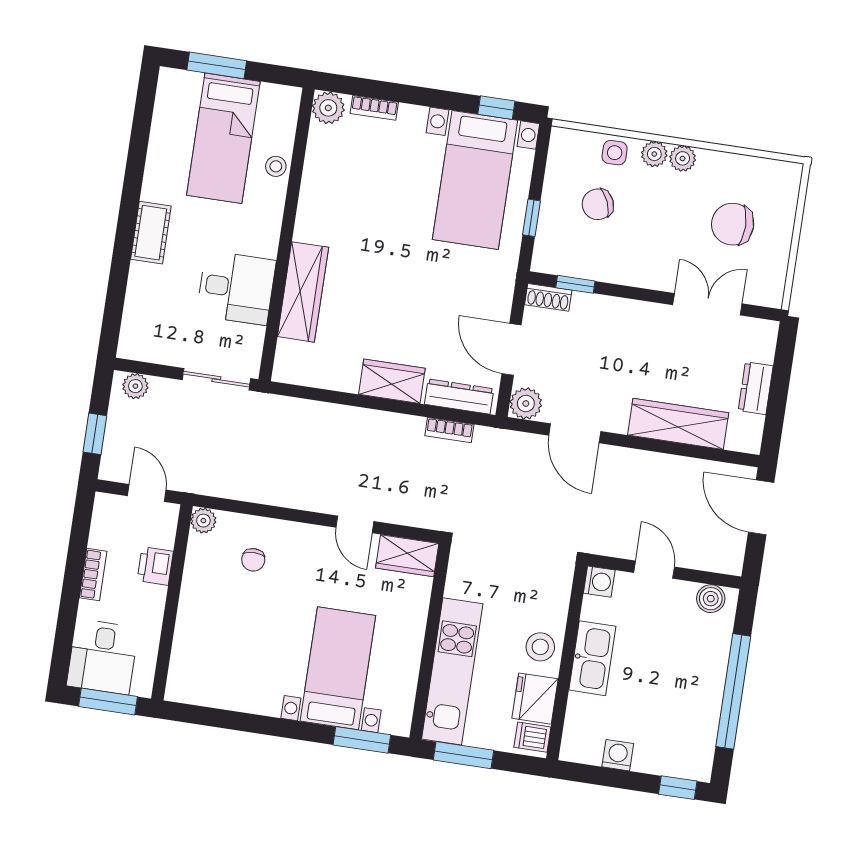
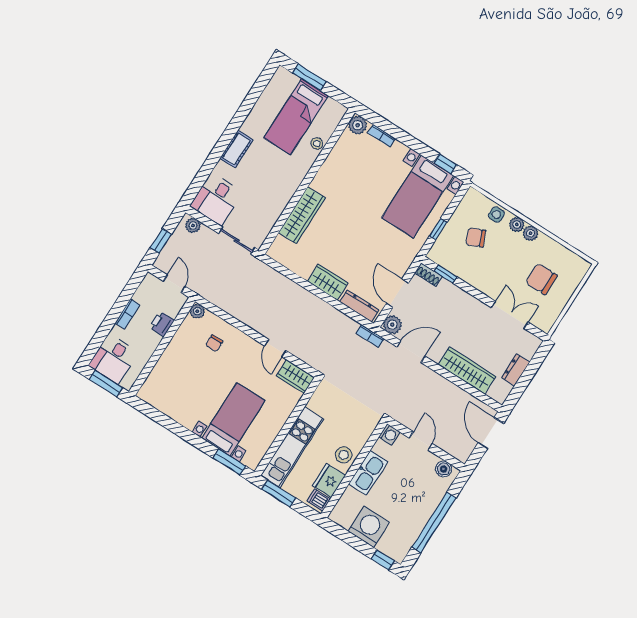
desk: (236, 288) -> (216, 199), moved, turned 90
bookcase: (449, 430) -> (370, 336), moved
door: (575, 433) -> (411, 352), swing flipped
washing machine: (618, 755) -> (369, 527), width x1.89, depth x1.89

